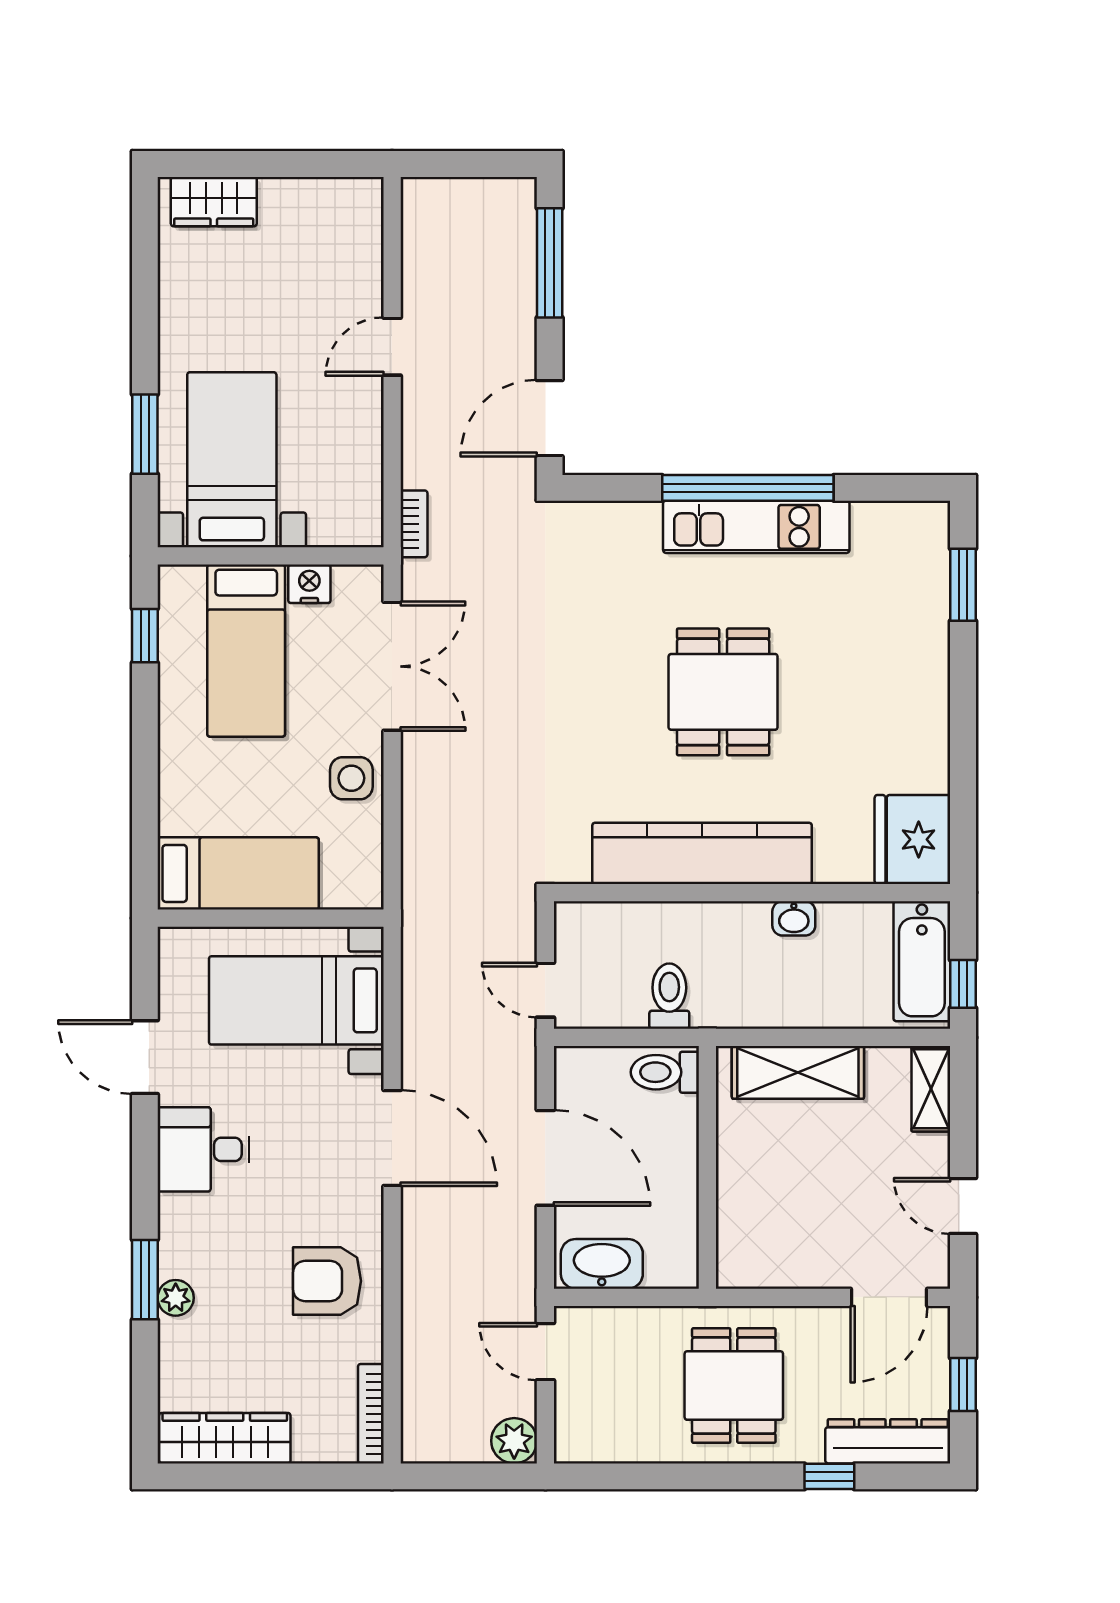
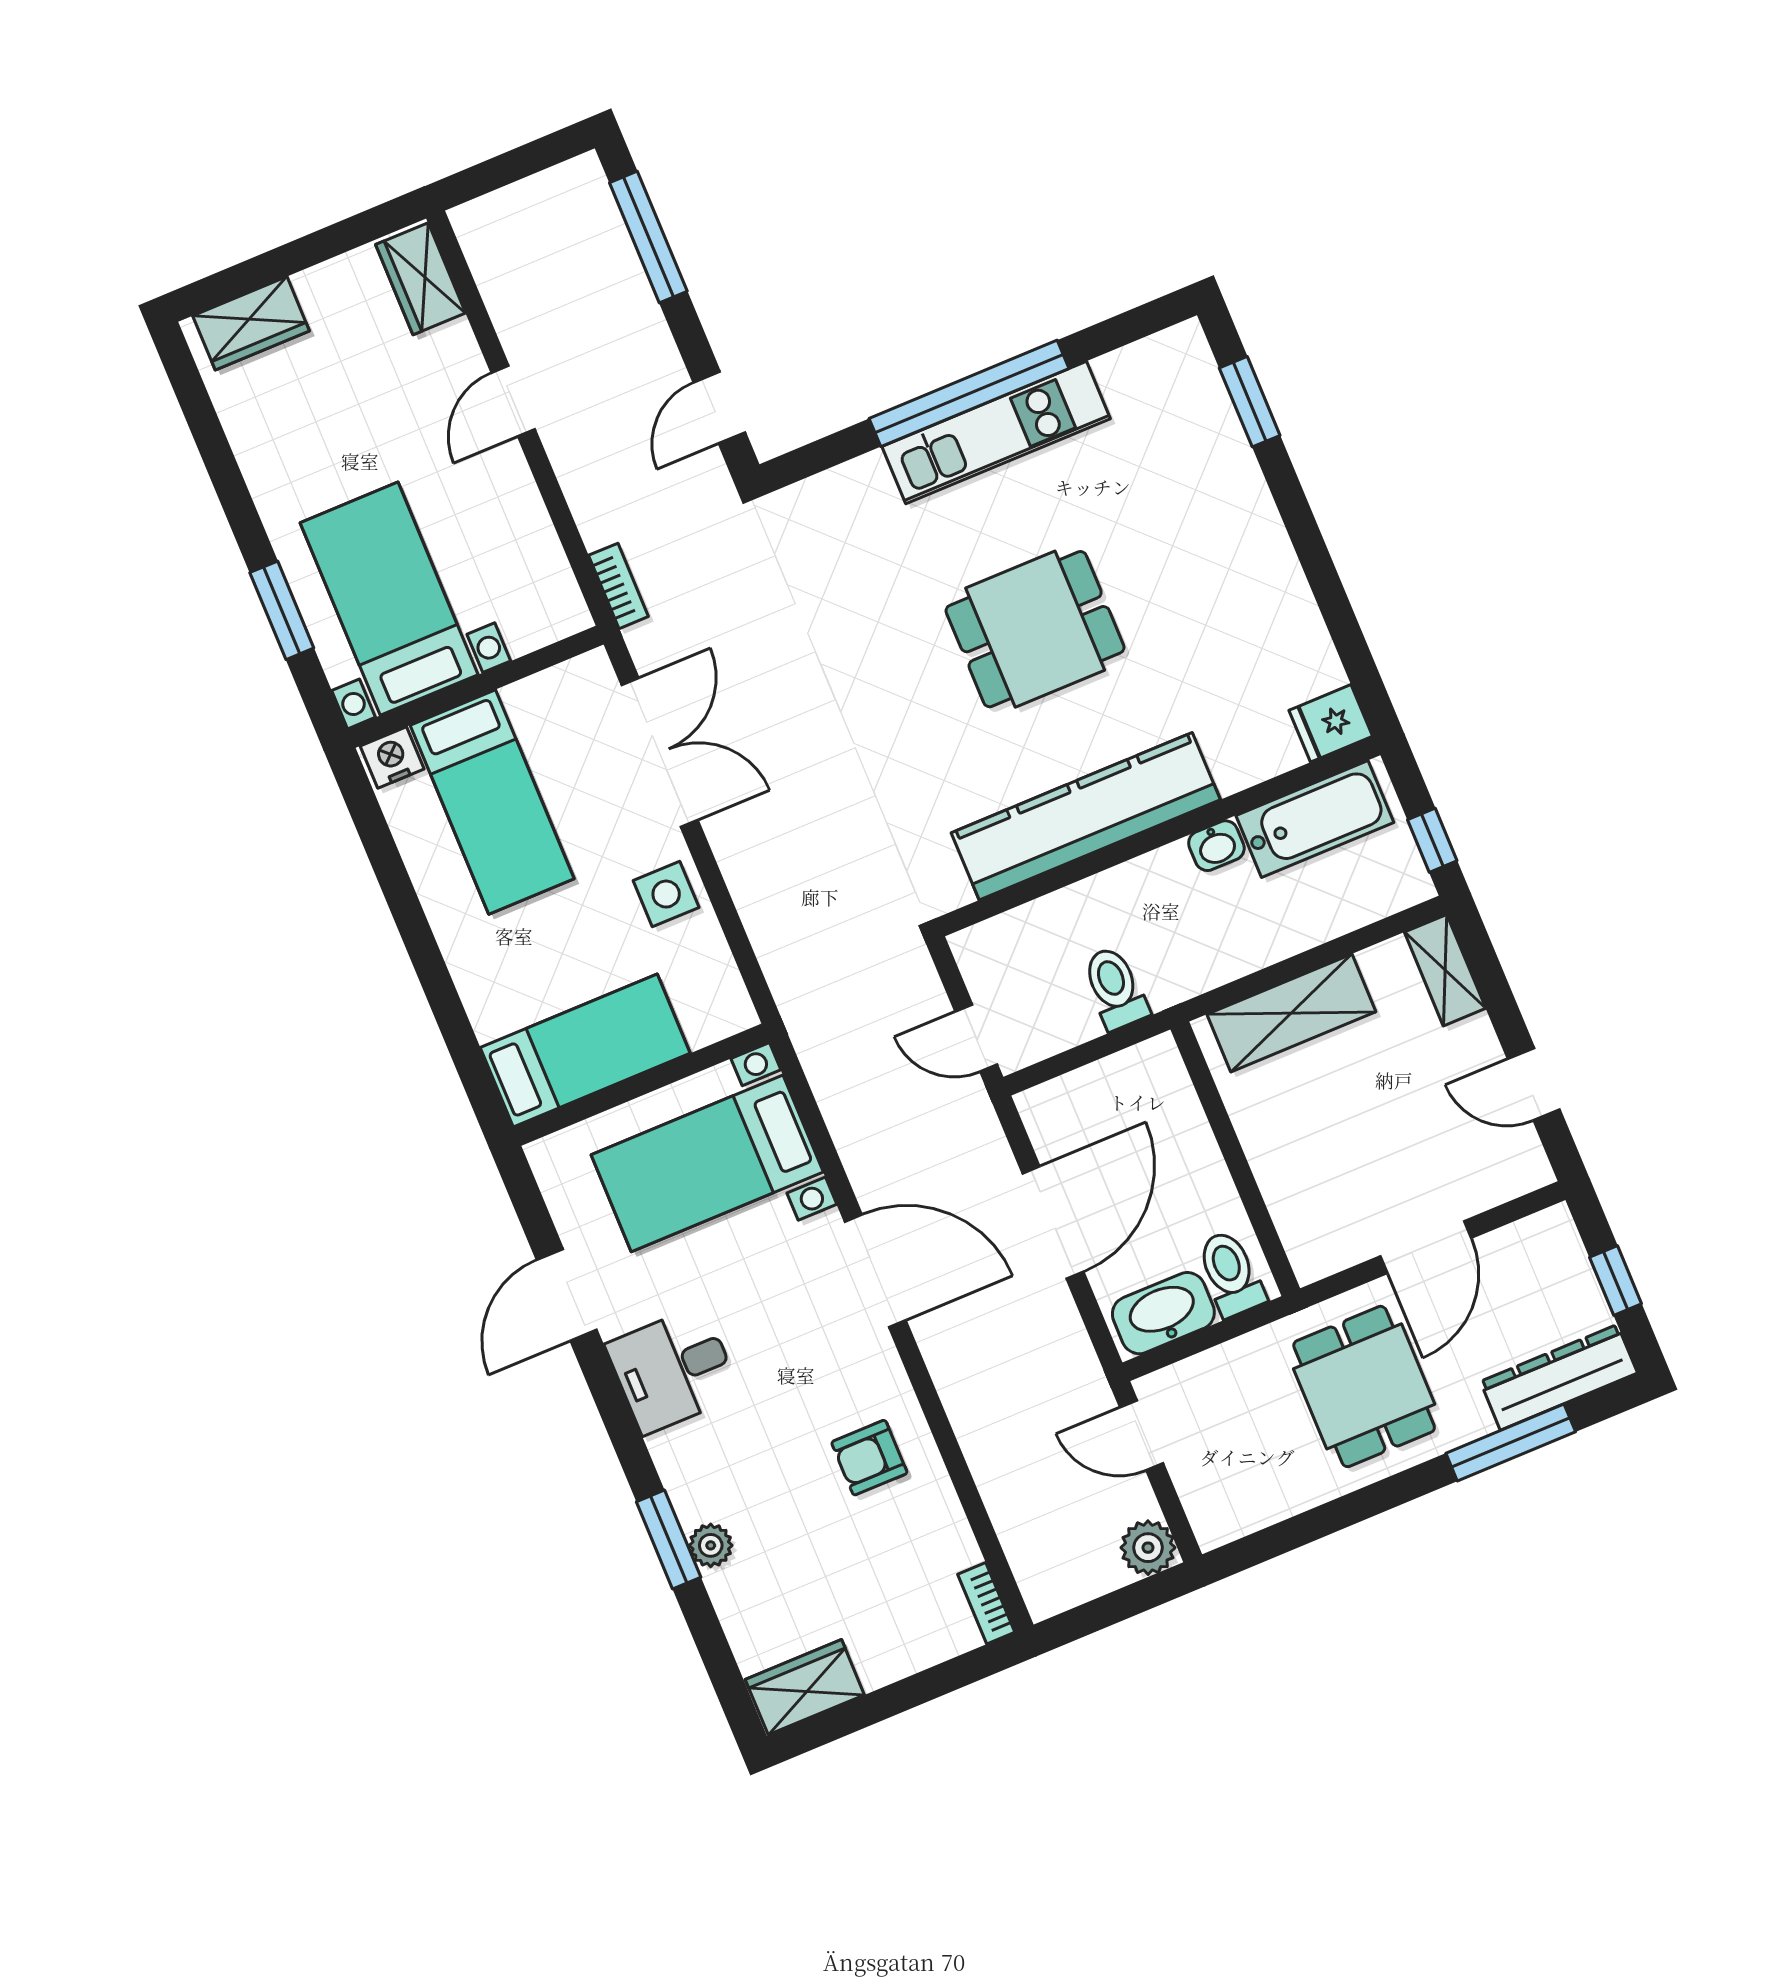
wardrobe: (360, 222) -> (421, 279), added
door: (550, 418) -> (719, 408), width x0.73
nightstand: (309, 584) -> (392, 757), moved
window: (145, 636) -> (374, 832), removed
dining table: (723, 692) -> (1035, 629), turned 90
fridge: (912, 839) -> (1331, 723), width x0.53, depth x0.75
bathtub: (922, 961) -> (1315, 819), moved, turned -90
door: (145, 1057) -> (567, 1295), hinge flipped
toilet: (665, 1072) -> (1231, 1274), moved, turned 90
door: (545, 1158) -> (1053, 1222), hinge flipped
armchair: (327, 1281) -> (869, 1458), width x0.72, depth x0.72
door: (889, 1297) -> (1426, 1247), moved
bookcase: (371, 1414) -> (986, 1603), width x0.64
wardrobe: (225, 1438) -> (805, 1687), width x0.67
window: (829, 1476) -> (1511, 1442), width x2.17

